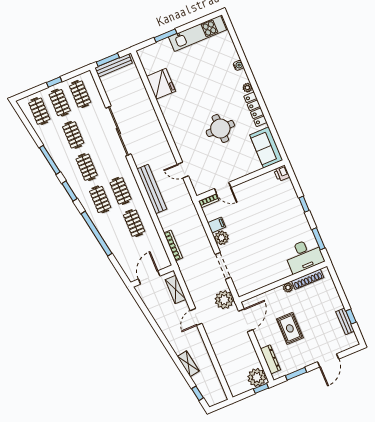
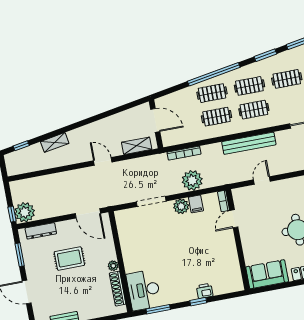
printer: (282, 173) -> (205, 291), moved
clothes rail: (114, 232) -> (212, 93), added
plant: (224, 300) -> (192, 180), moved

